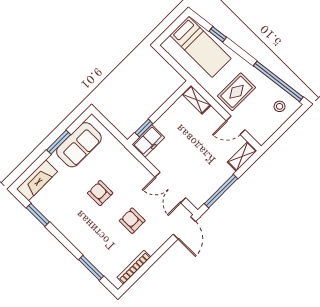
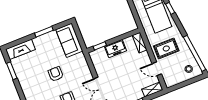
freezer: (148, 141) -> (115, 49), moved
sofa: (79, 145) -> (69, 40), moved, turned 90

